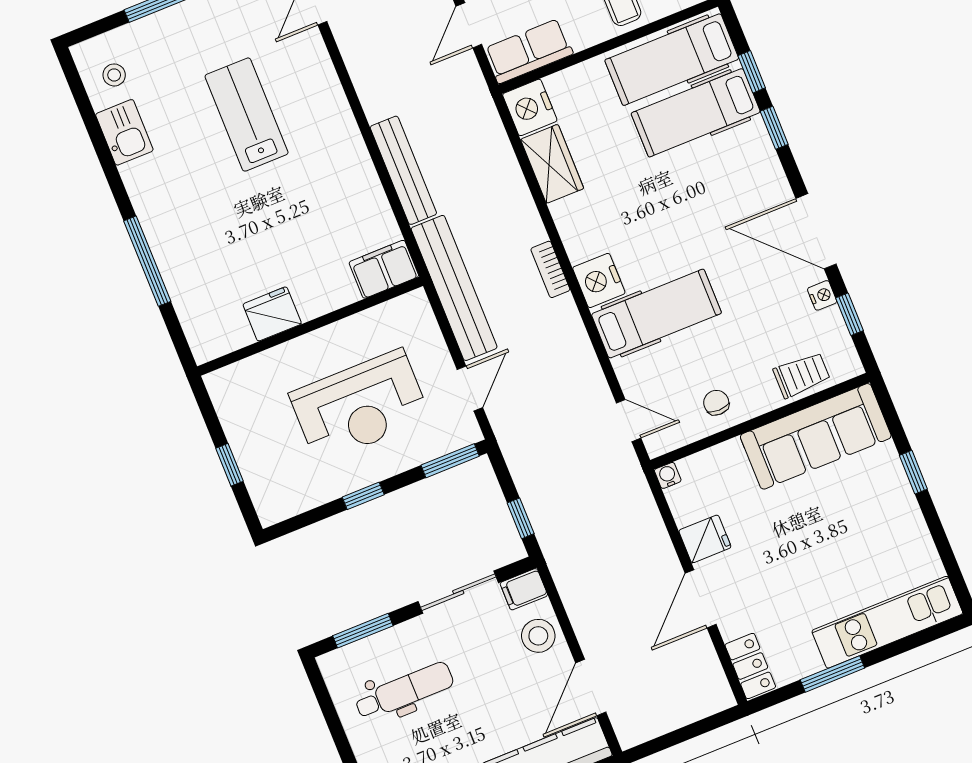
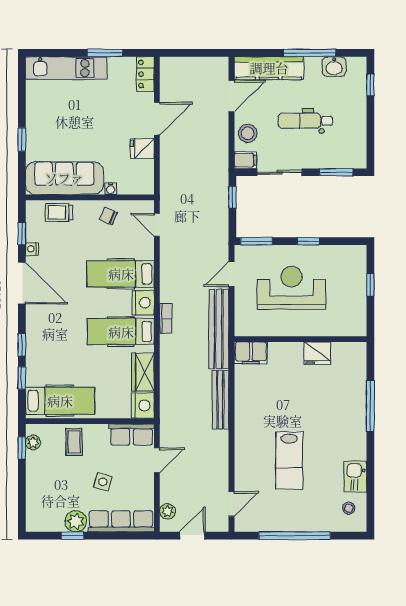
hospital bed: (696, 113) -> (121, 332), moved, turned 180
chair: (716, 403) -> (108, 216), turned 114
water cooler: (668, 475) -> (111, 189), moved
dental chair: (404, 691) -> (305, 121), moved

